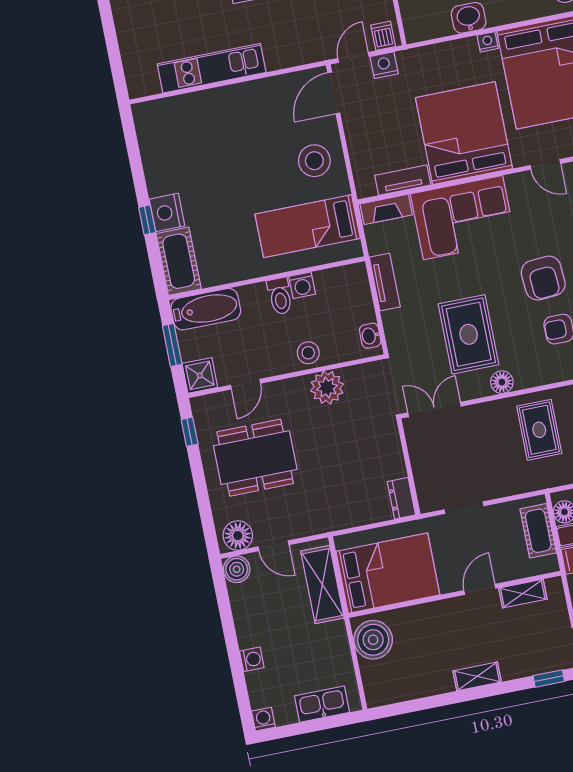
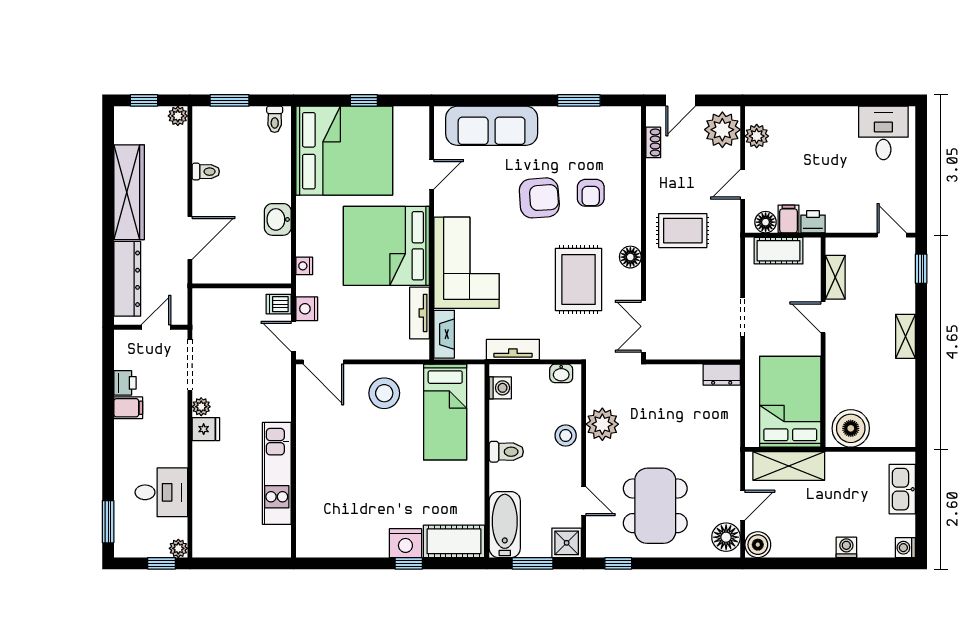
nightstand: (488, 42) -> (304, 266), moved
washing machine: (302, 285) -> (500, 388), moved
rug: (469, 334) -> (579, 280), turned 90

